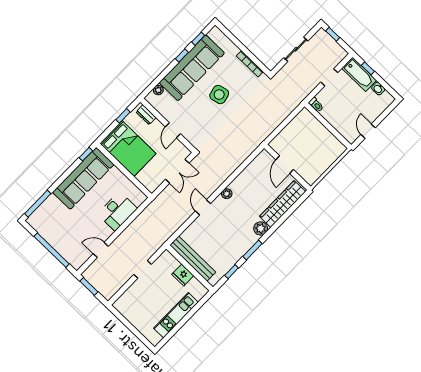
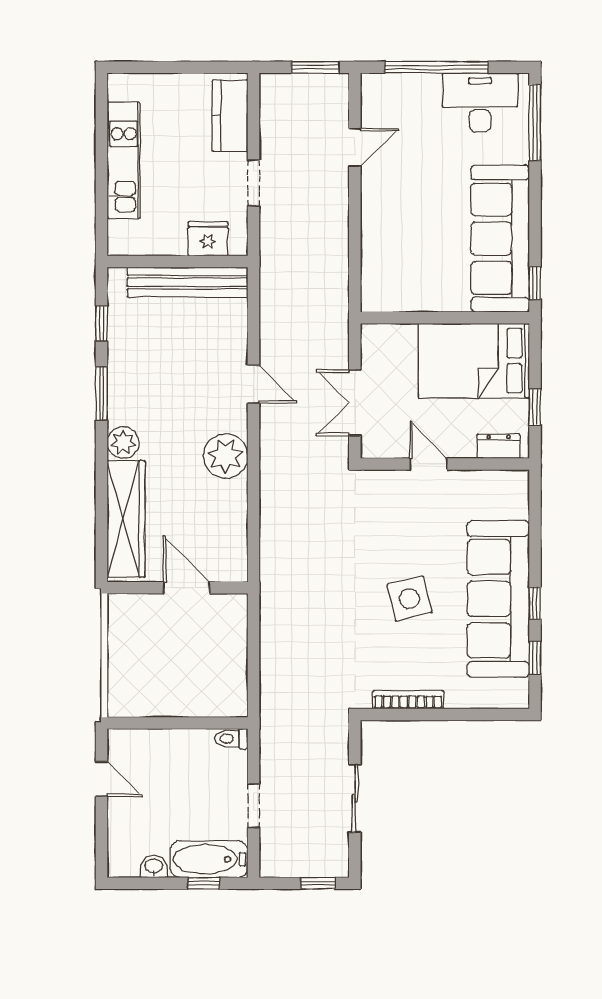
plant: (158, 90) -> (518, 507), removed
plant: (227, 194) -> (226, 456), width x1.87, depth x1.87
desk: (117, 211) -> (480, 102), moved, turned 90
fridge: (183, 275) -> (208, 239), moved
kitchen counter: (130, 297) -> (230, 116), added

